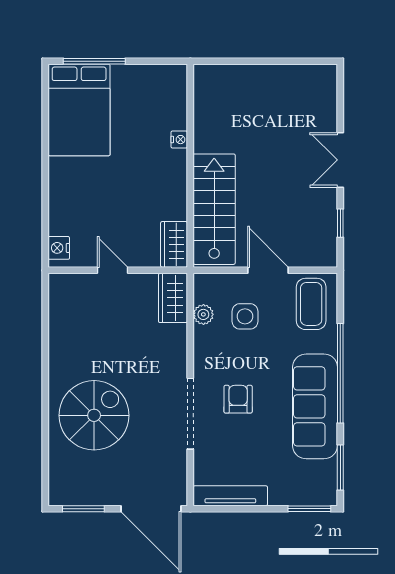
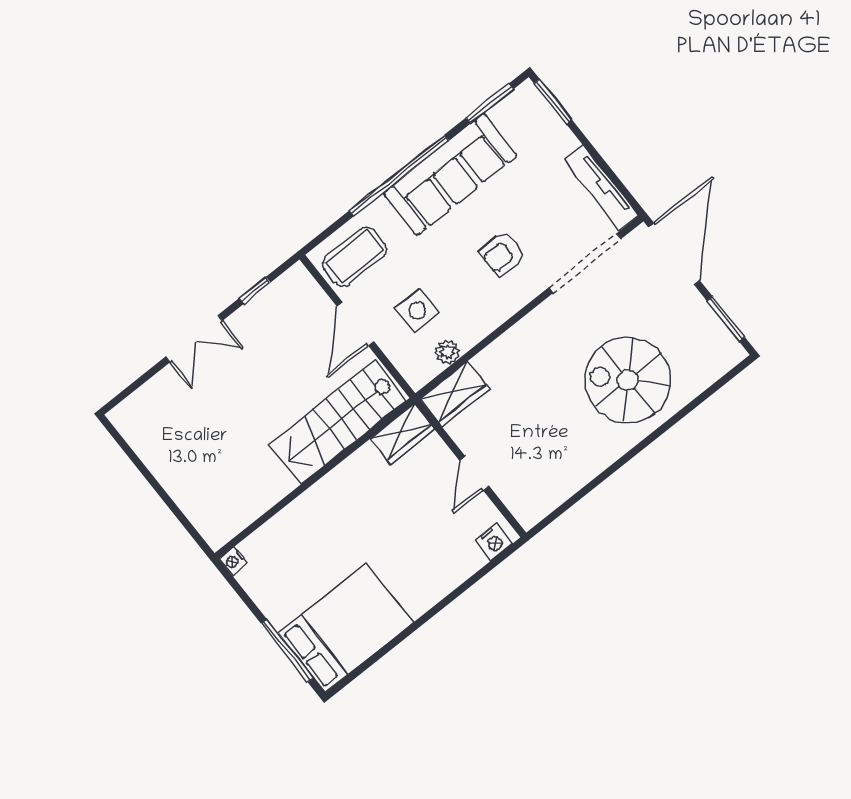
nightstand: (179, 140) -> (233, 561), moved, turned -90
doorway: (190, 414) -> (585, 263), moved

